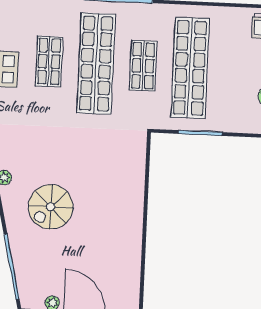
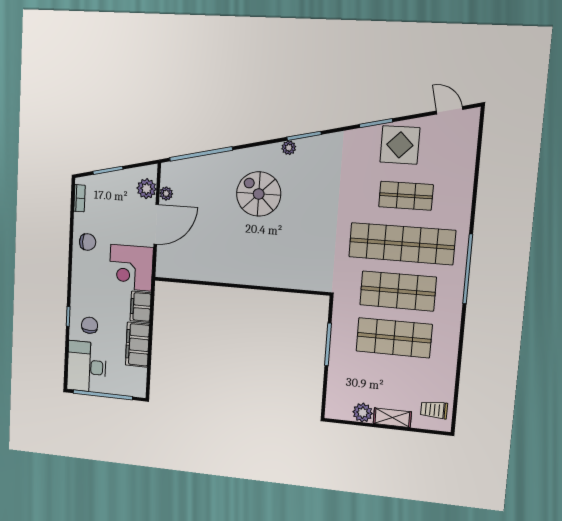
shop shelf: (143, 66) -> (398, 291), width x1.43, depth x1.36
shop shelf: (190, 68) -> (394, 338), width x0.71

